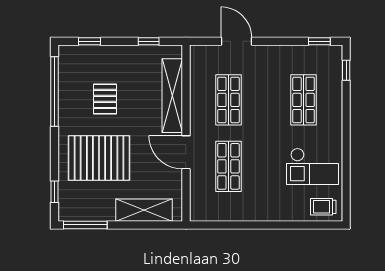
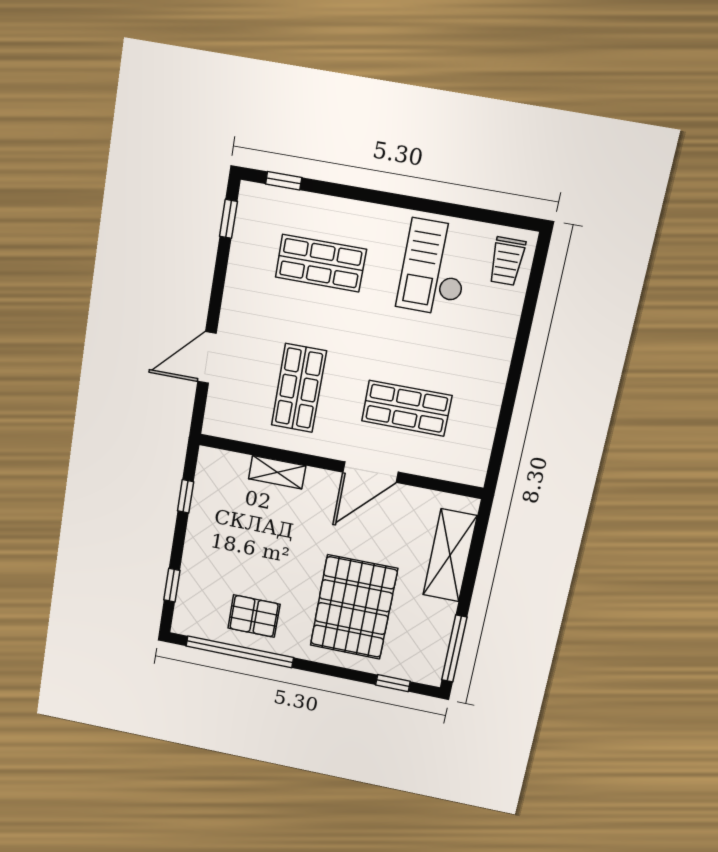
shelving: (172, 96) -> (277, 472), width x0.45, depth x0.75
pallet: (105, 99) -> (254, 616), moved
shop shelf: (228, 100) -> (299, 388), turned 90
checkout: (312, 166) -> (434, 268), turned 180

